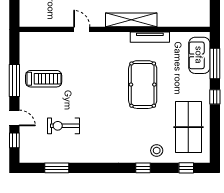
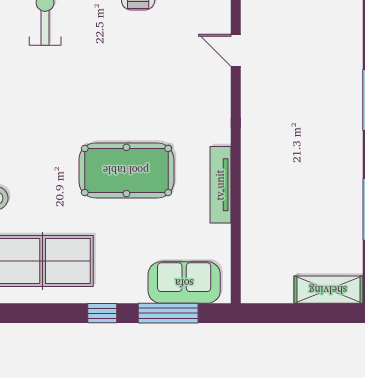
shelving: (131, 20) -> (254, 148), removed
door: (82, 29) -> (236, 50), swing flipped

